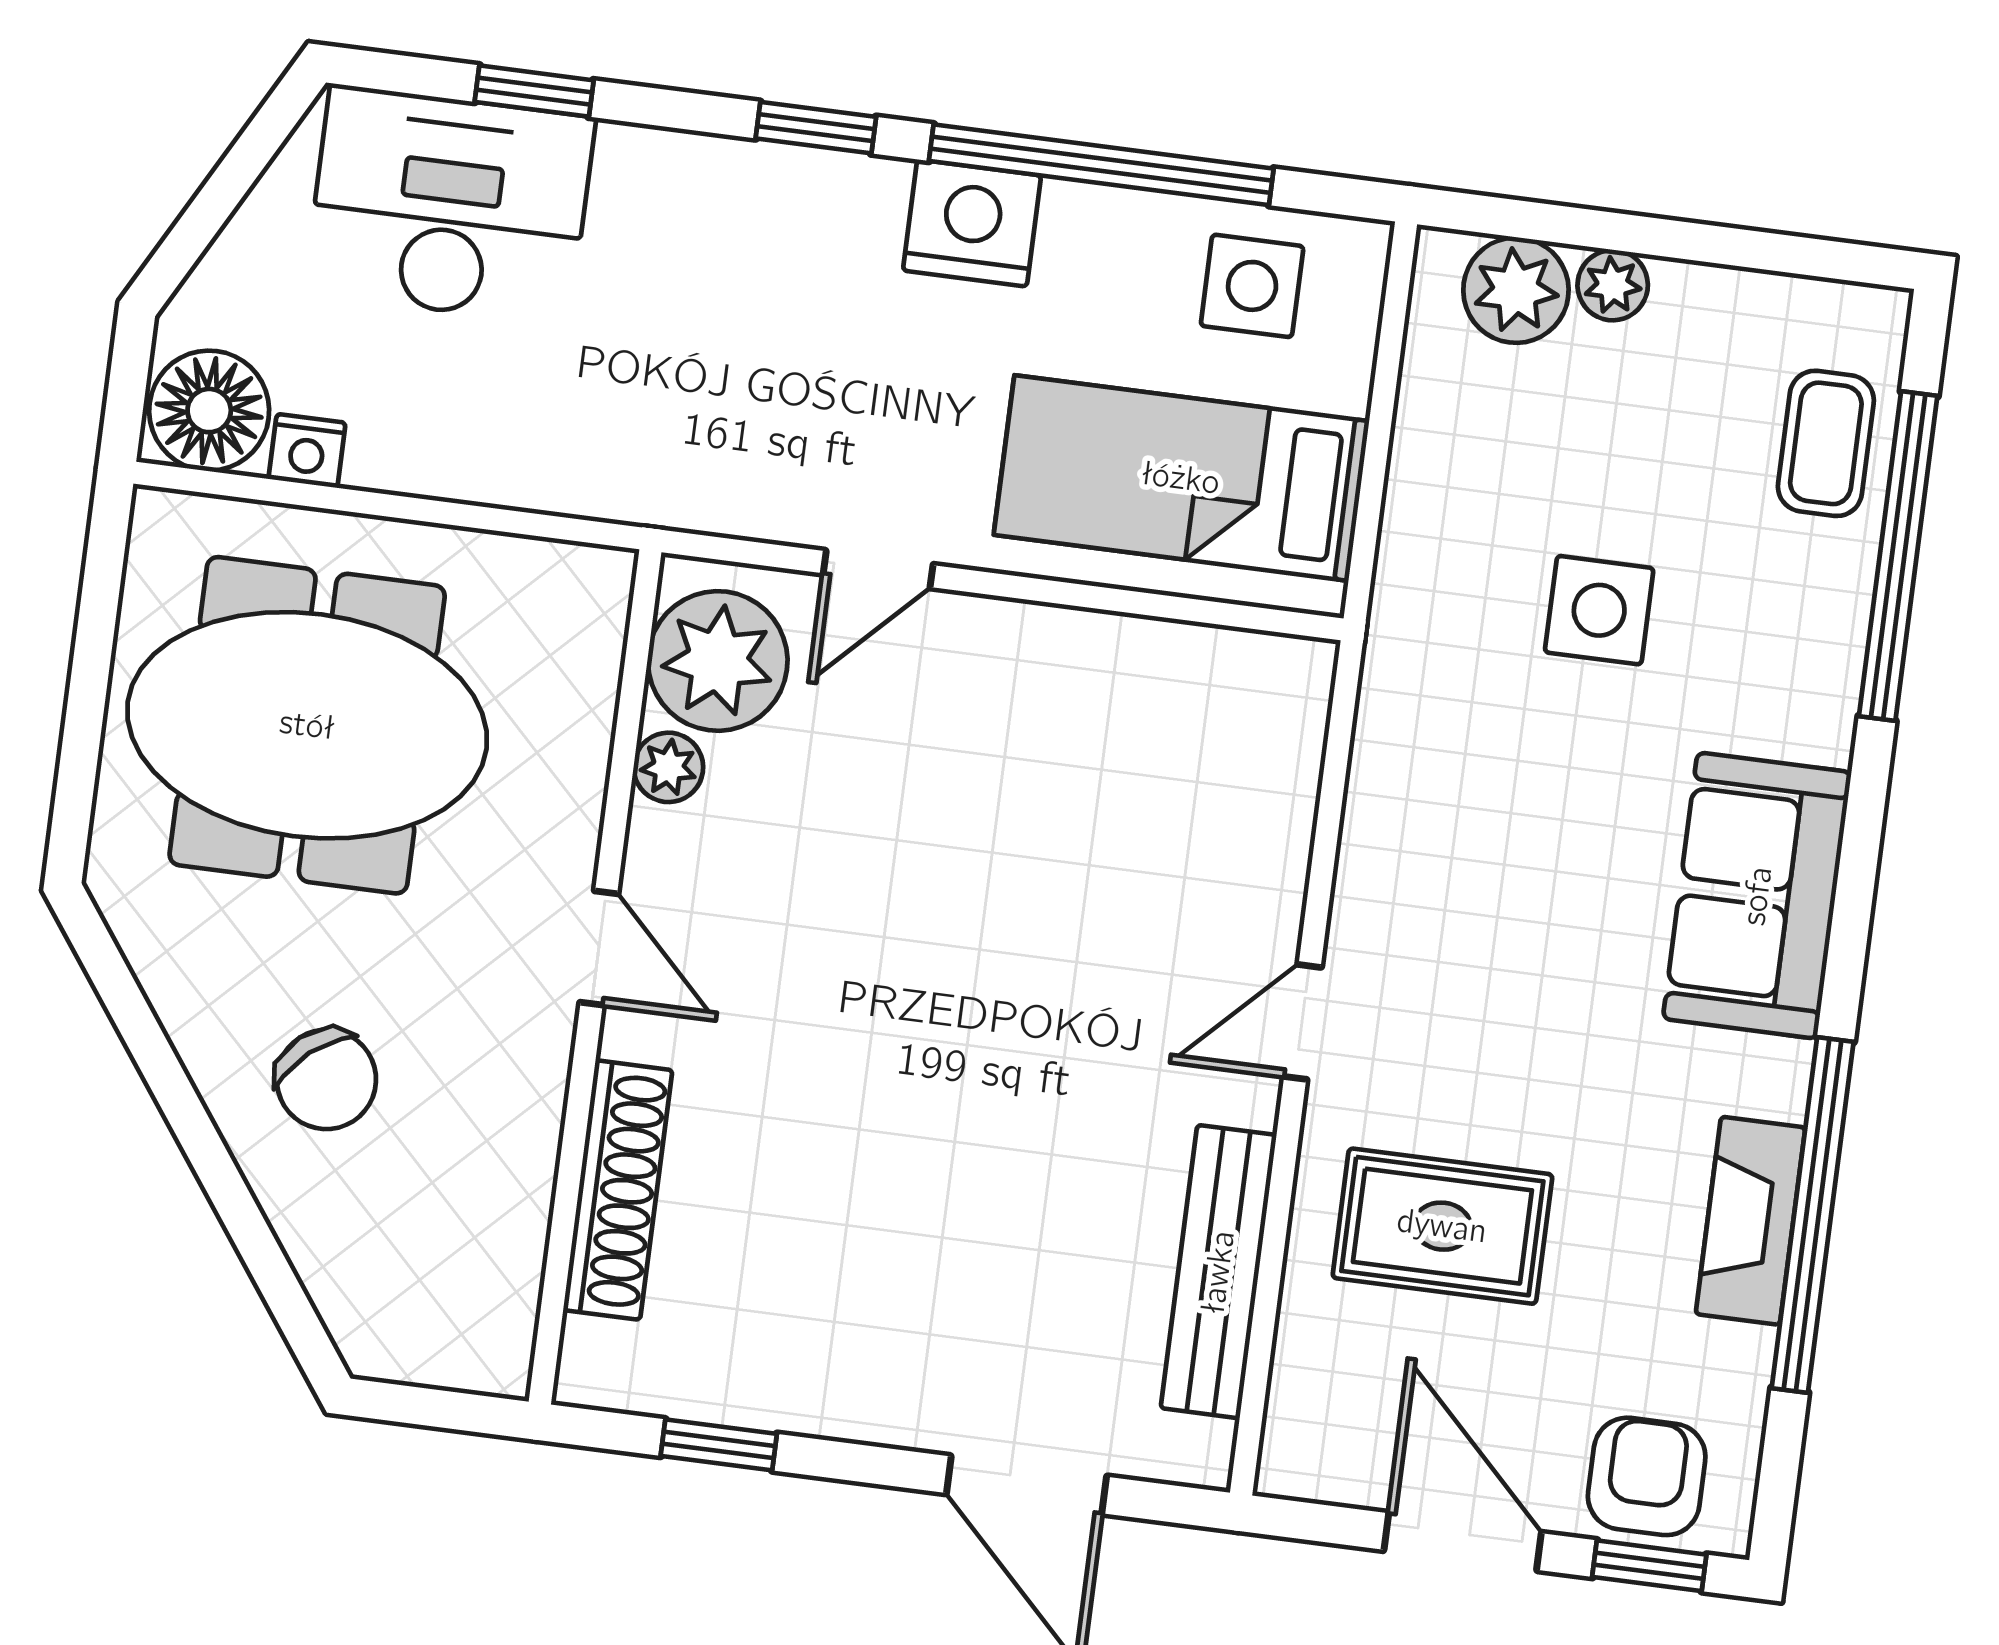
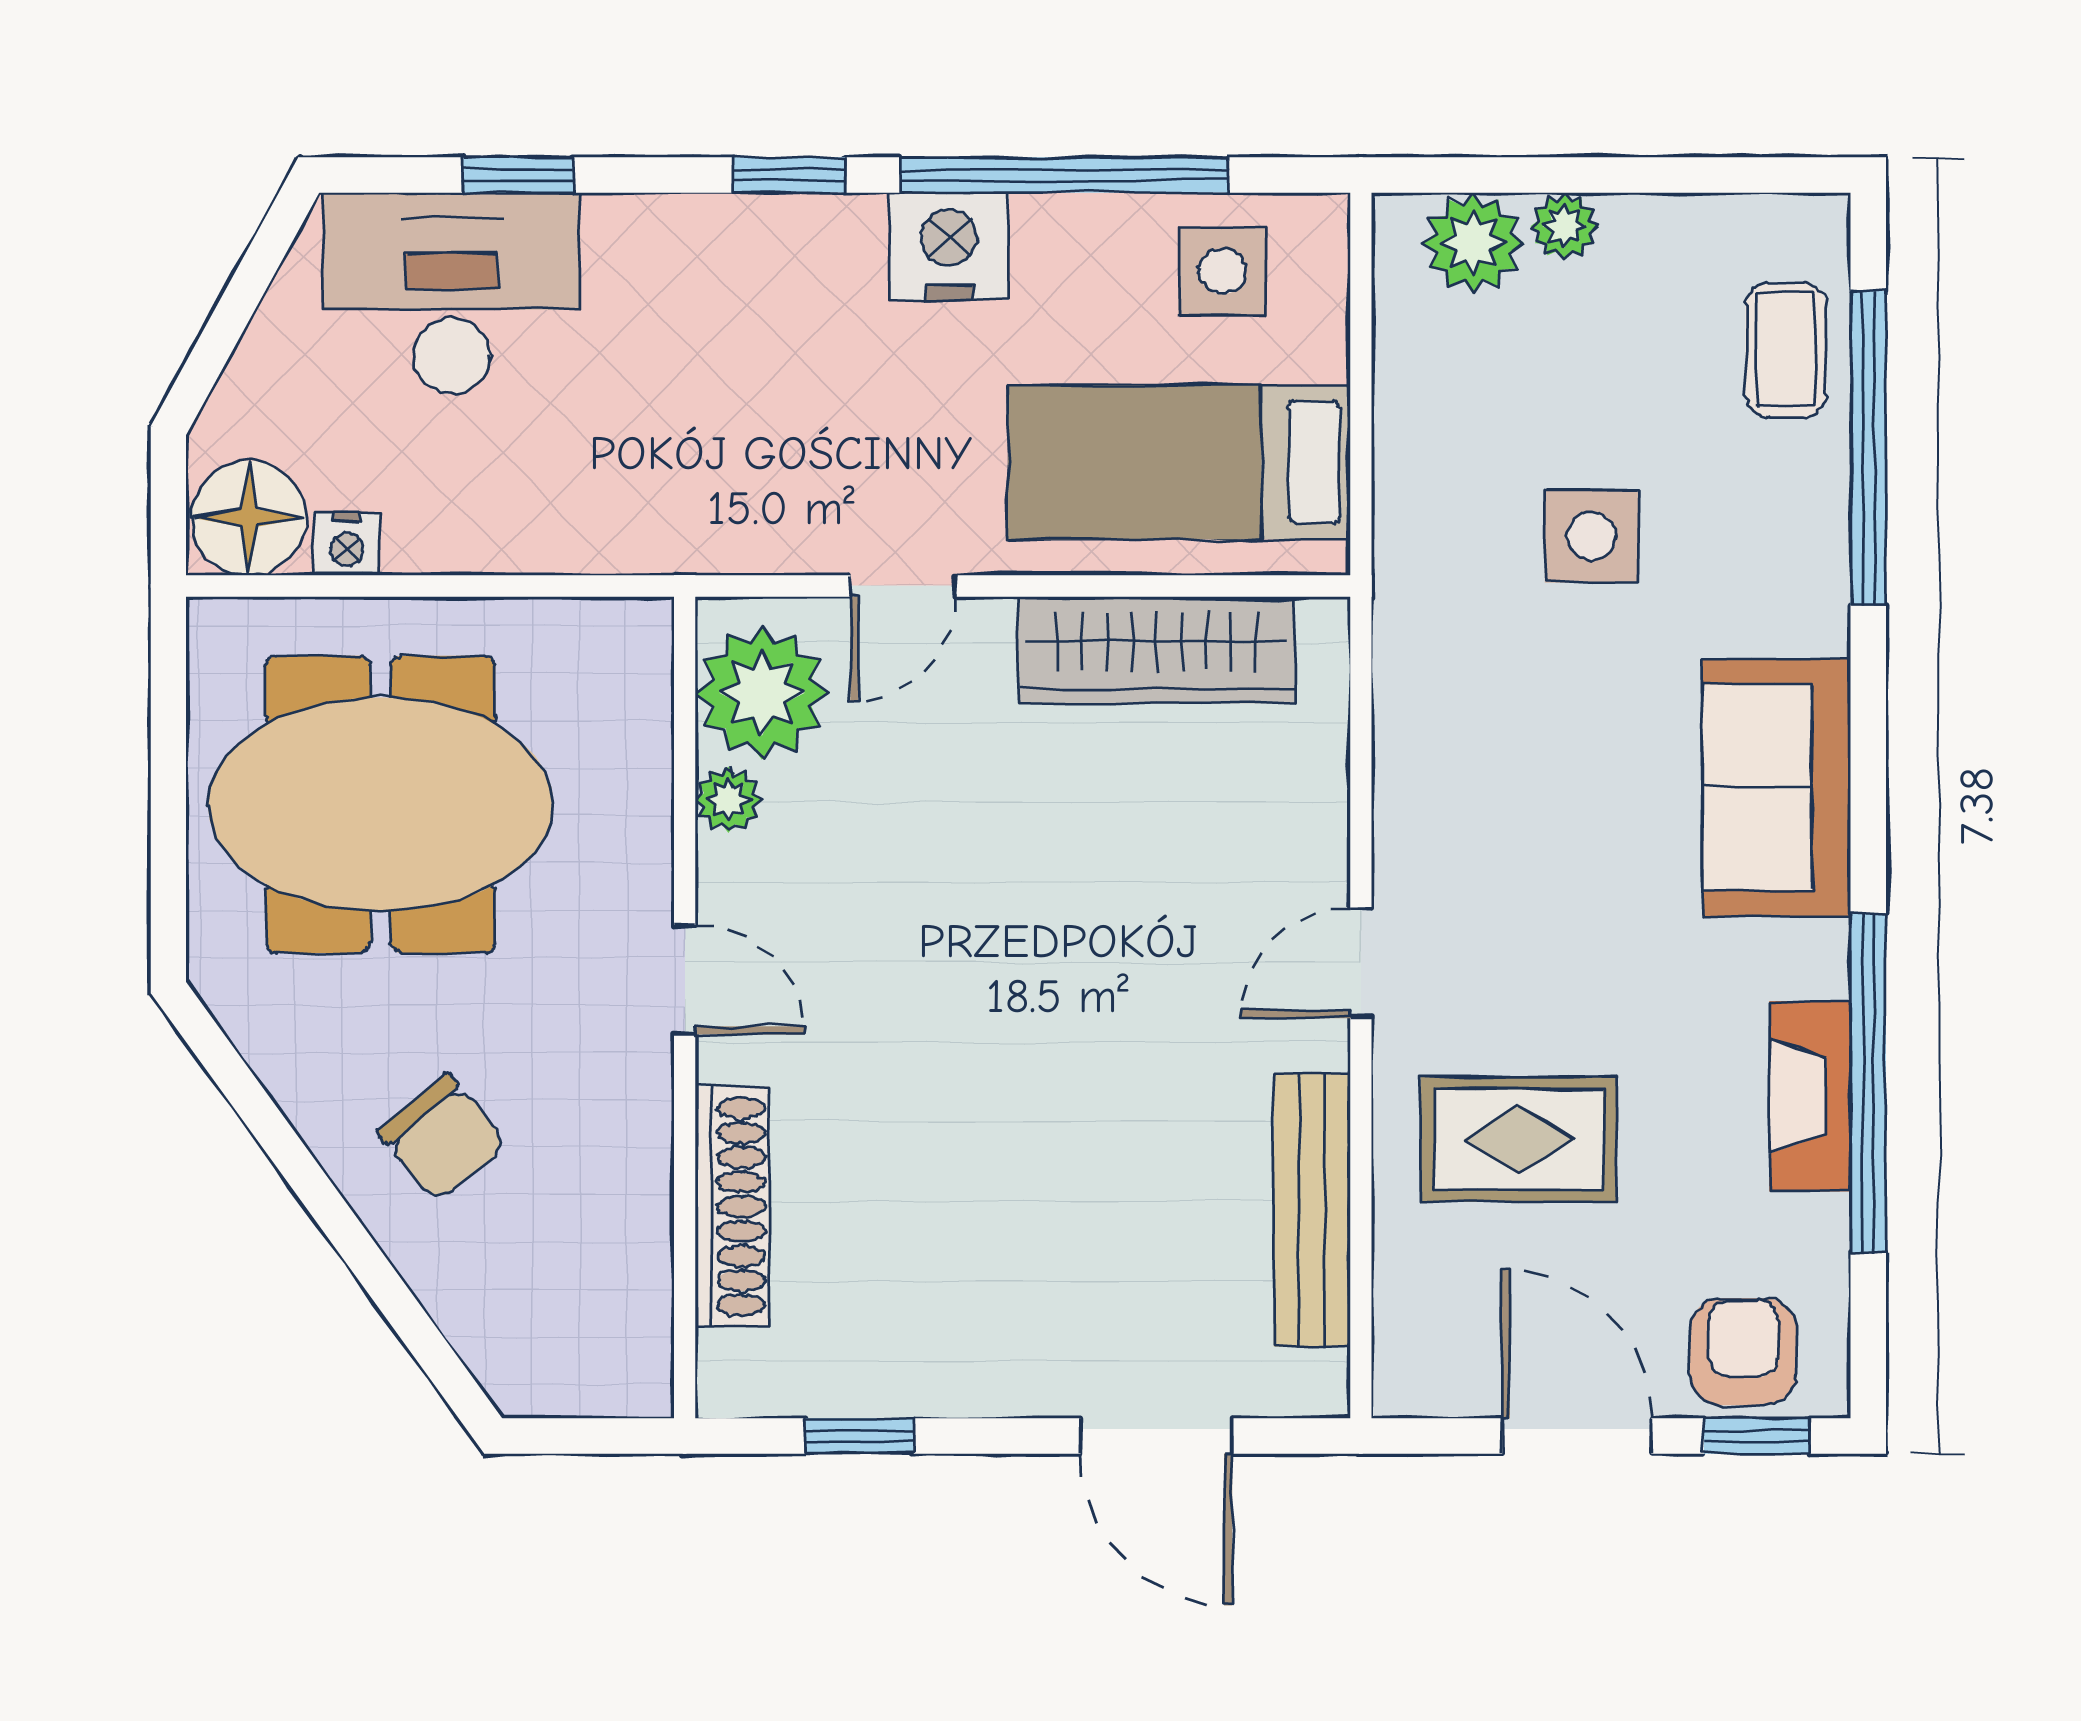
wardrobe: (1133, 670) -> (1156, 650), added

